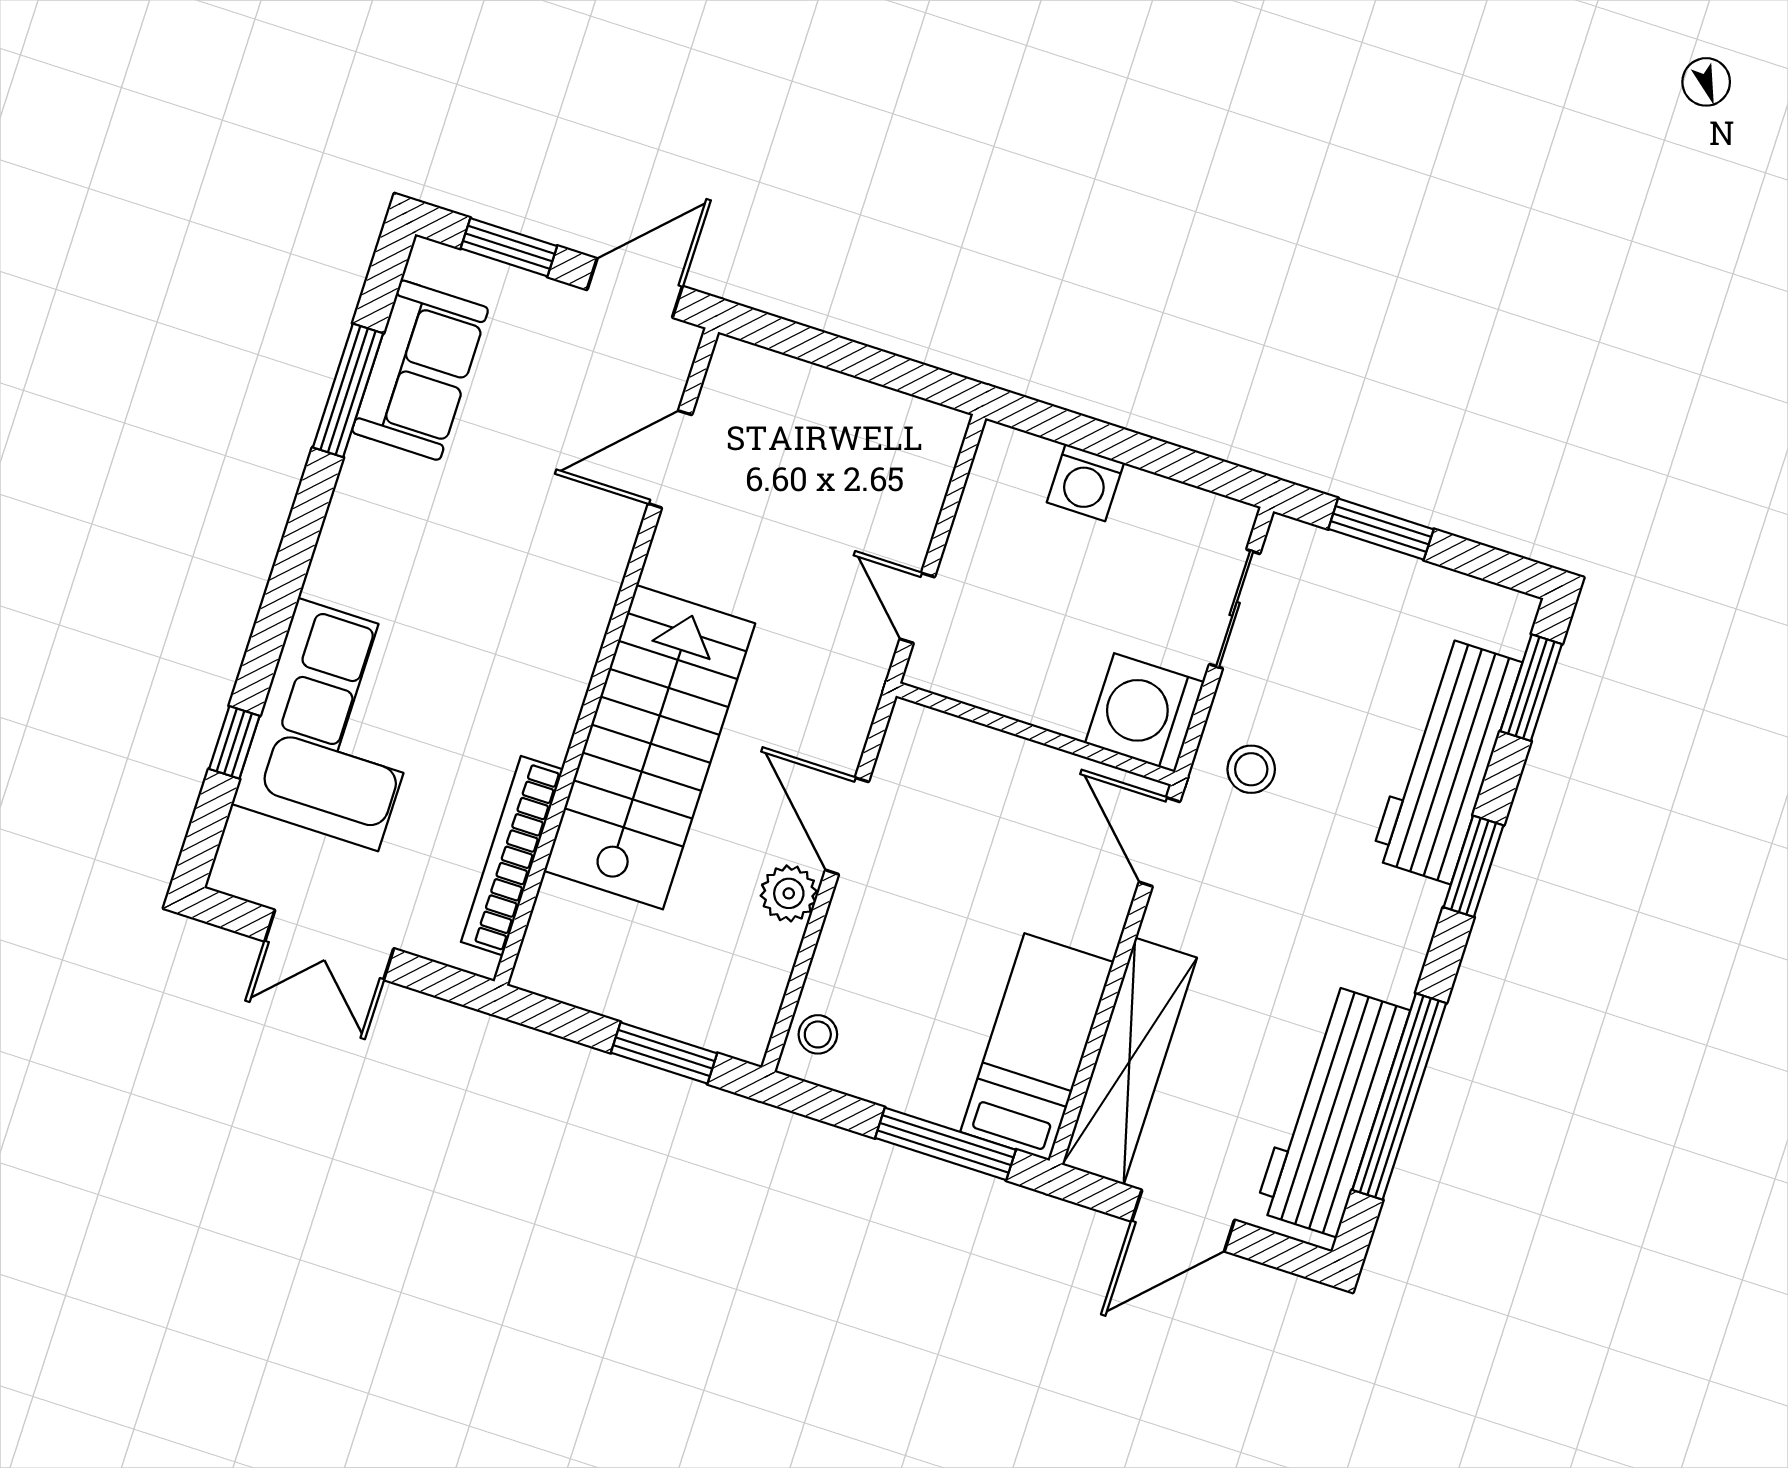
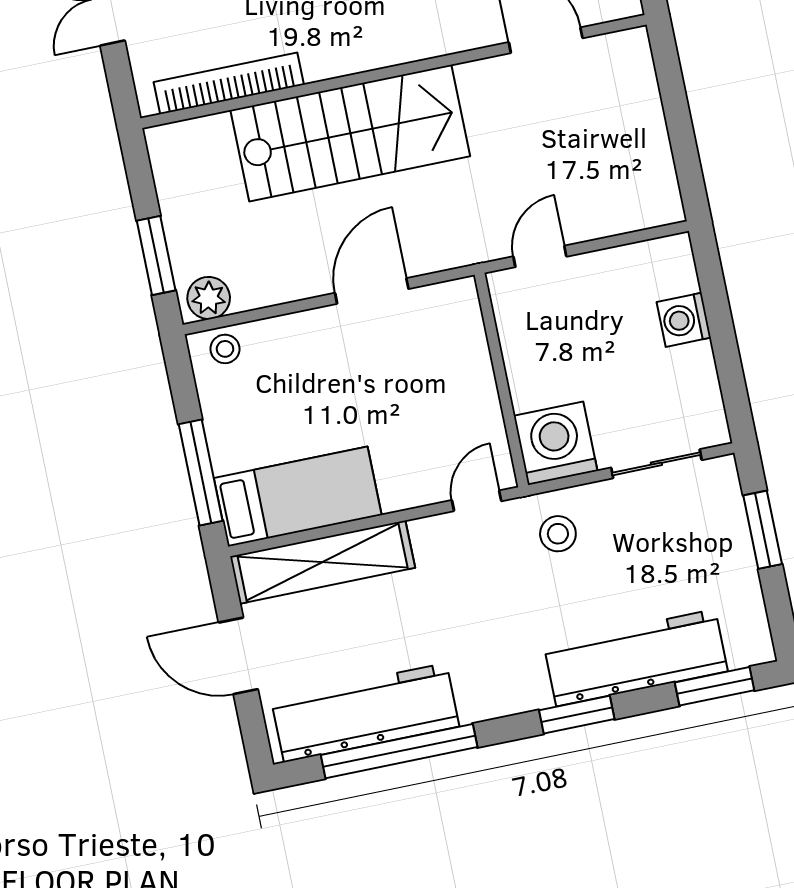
door: (1159, 842) -> (477, 501), width x0.73
plant: (789, 893) -> (209, 298), moved

